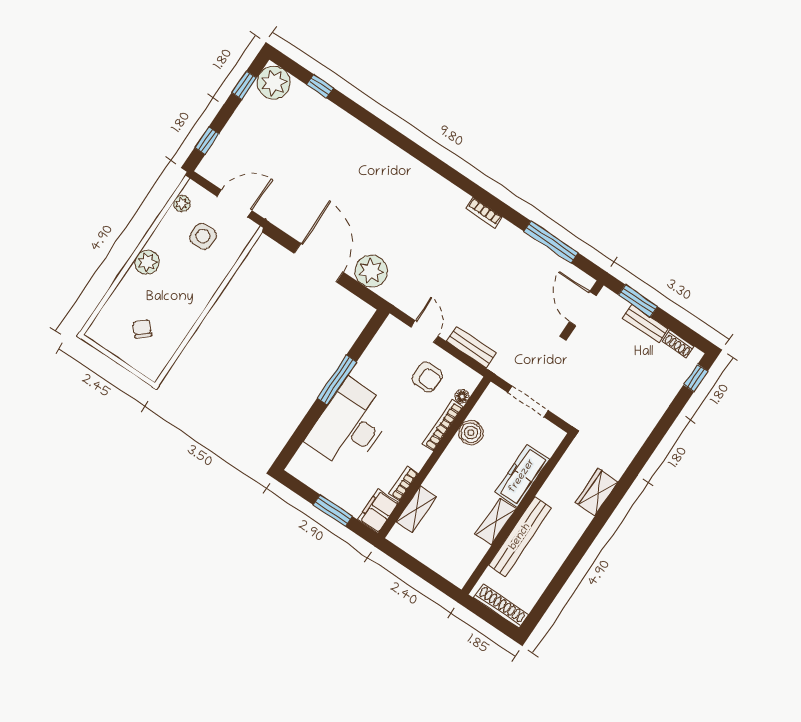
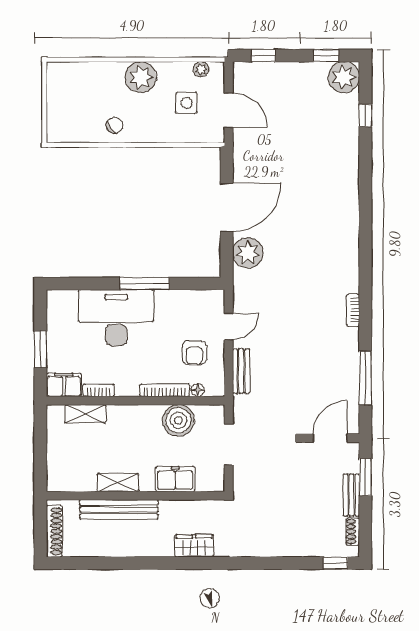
plant: (147, 262) -> (141, 77), width x1.36, depth x1.36
chair: (142, 329) -> (115, 125), moved
boiler: (471, 433) -> (178, 420), width x1.37, depth x1.37
freezer: (522, 476) -> (175, 479), width x0.71

